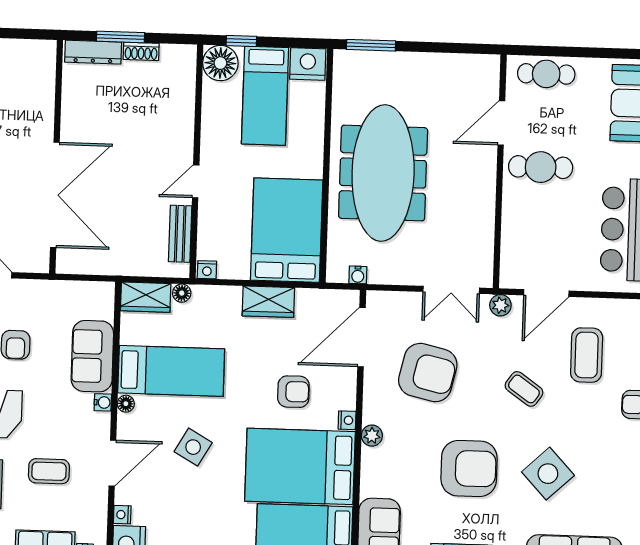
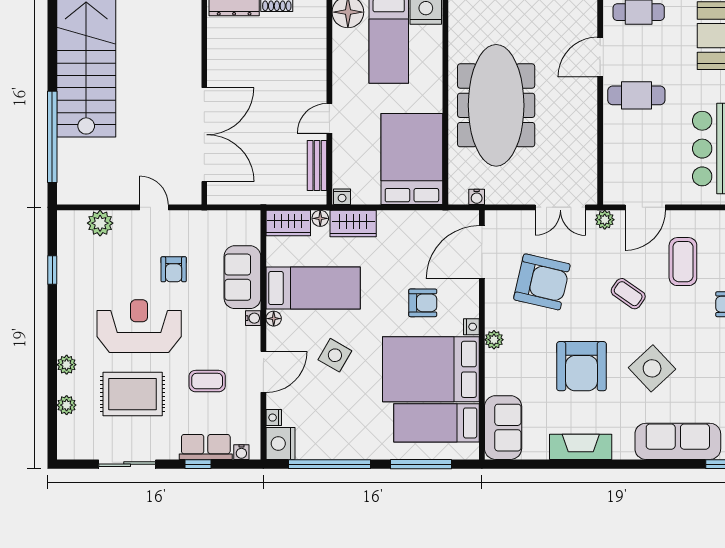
wardrobe: (268, 302) -> (353, 223), moved
armchair: (469, 468) -> (582, 366), turned 90

